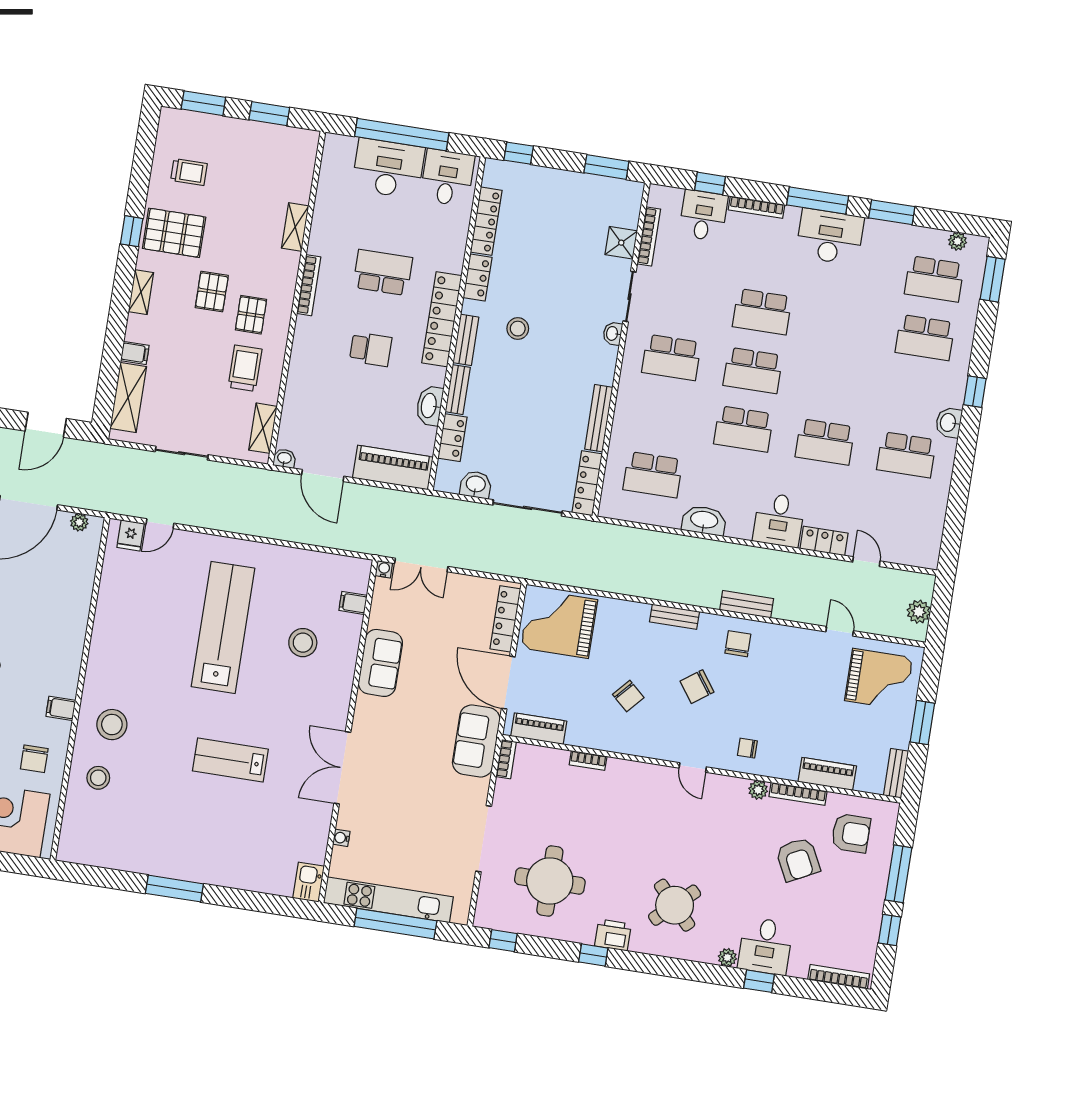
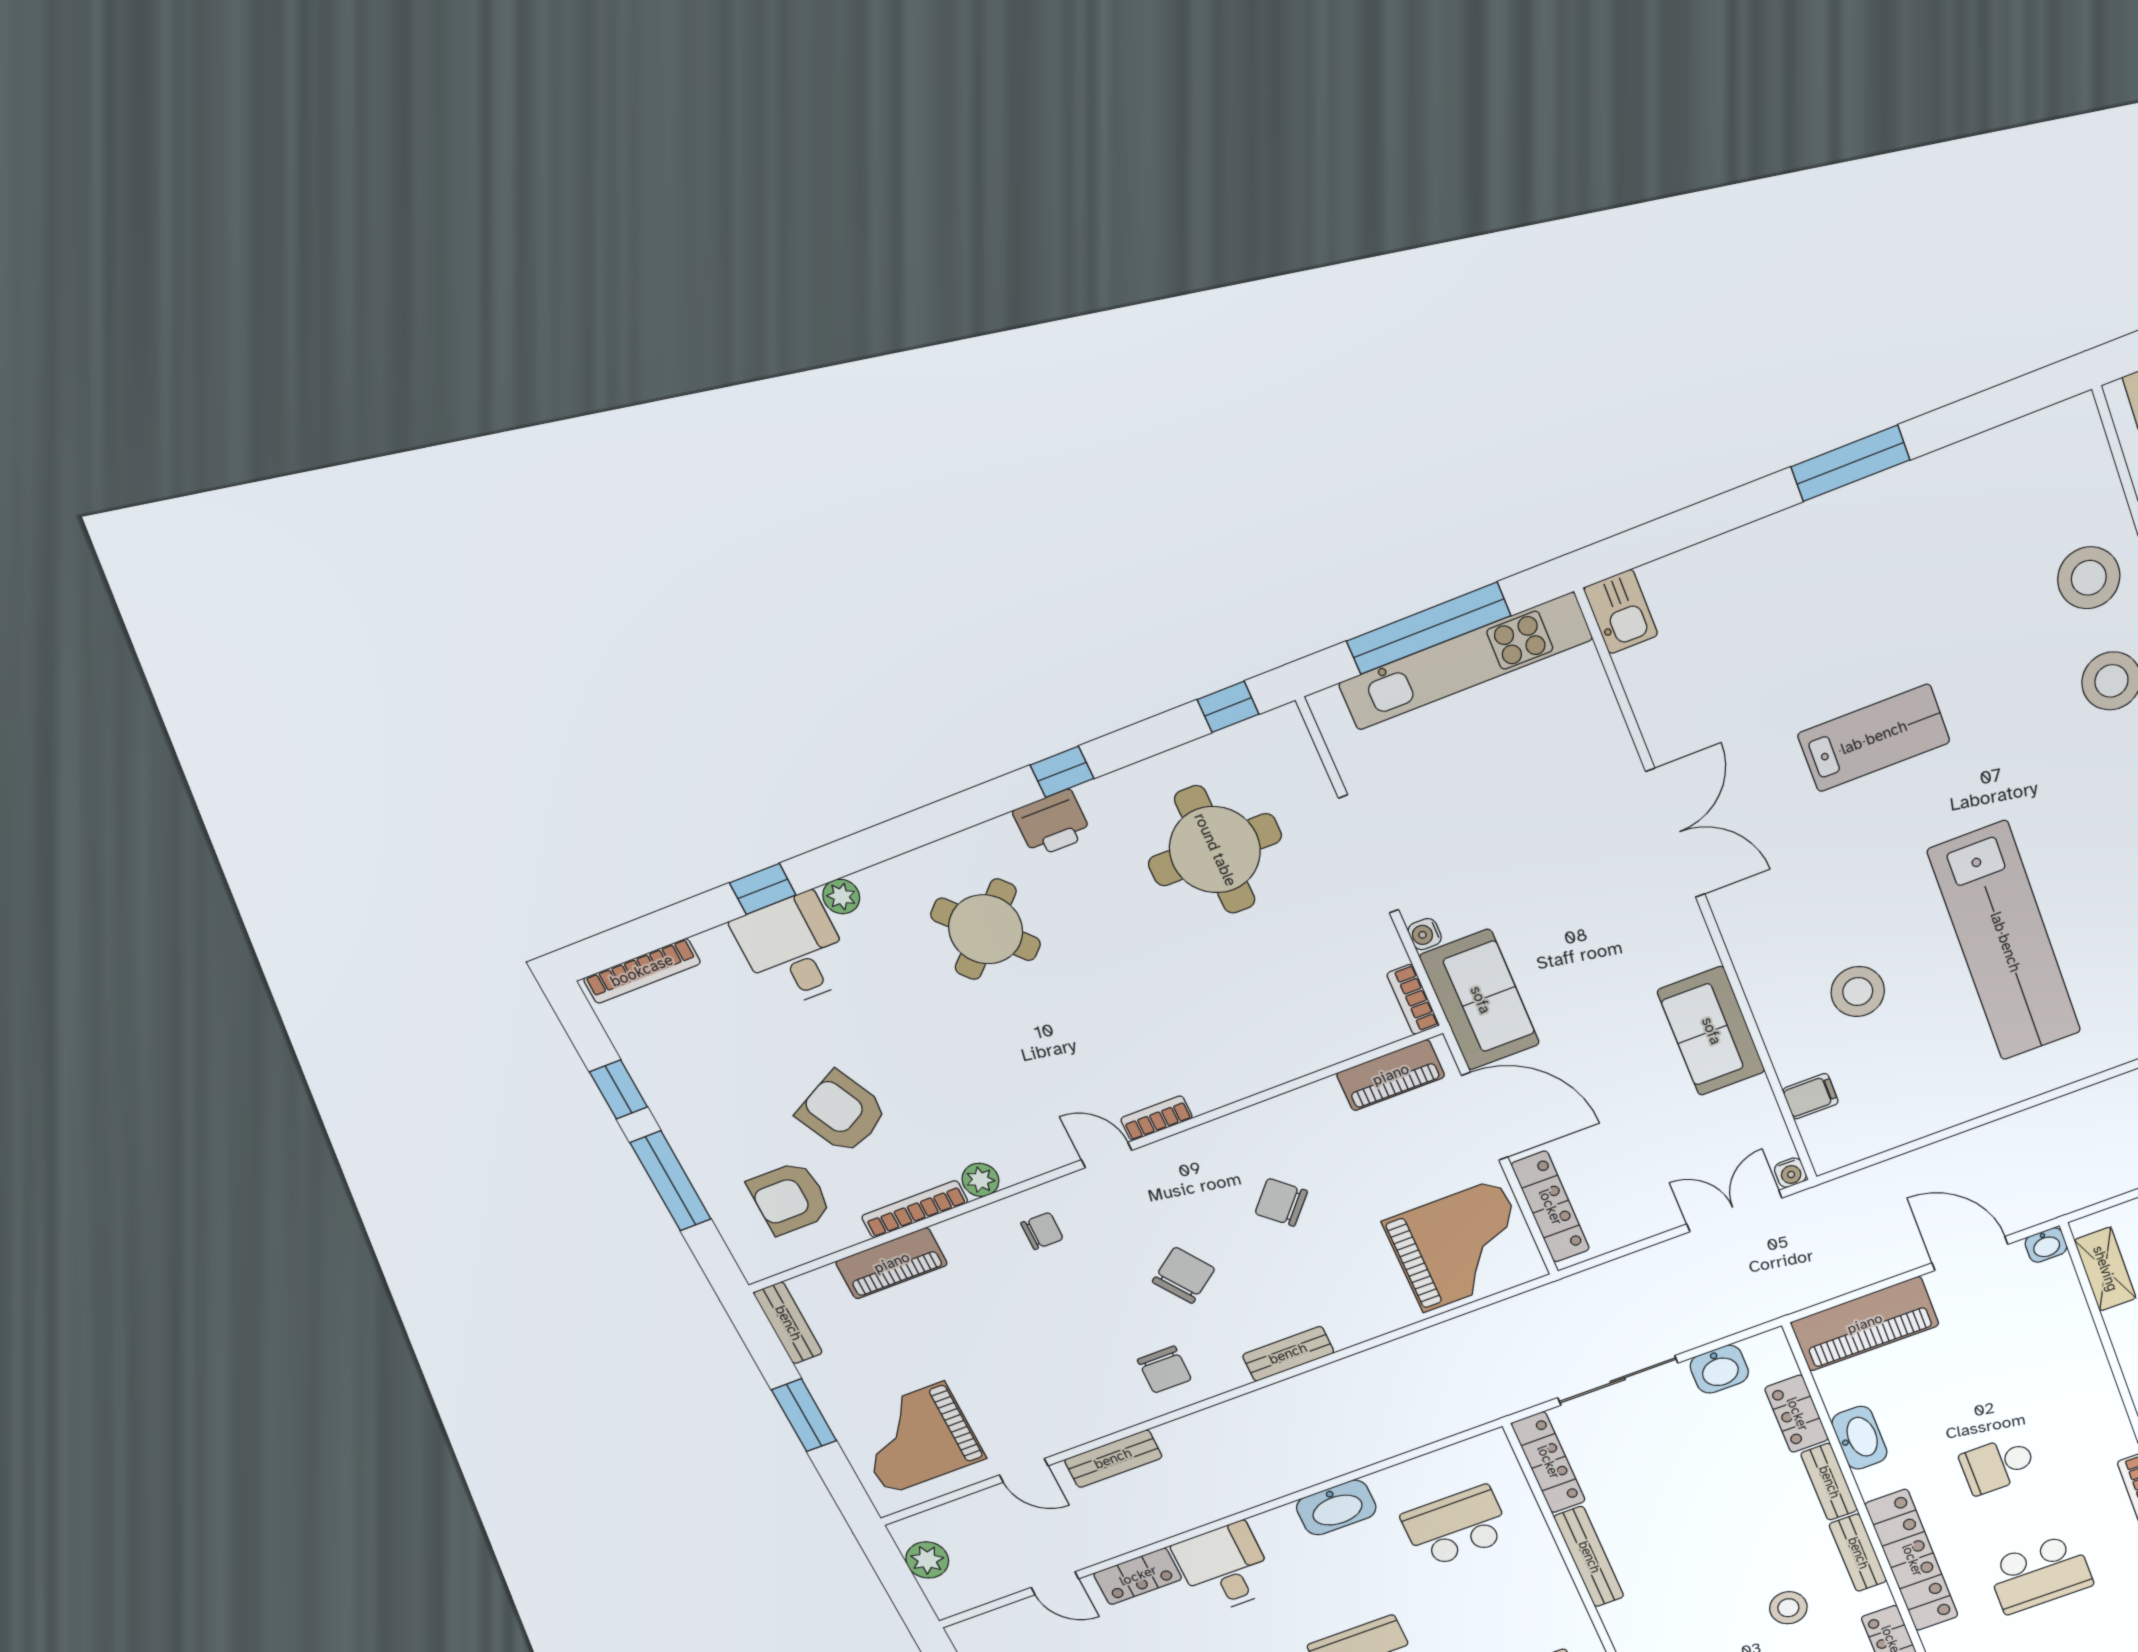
bench: (747, 604) -> (1113, 1459), moved
bookcase: (588, 760) -> (1157, 1118), moved
stool: (98, 778) -> (2089, 578), width x1.38, depth x1.38
water cooler: (341, 838) -> (1425, 934), moved, turned 180

